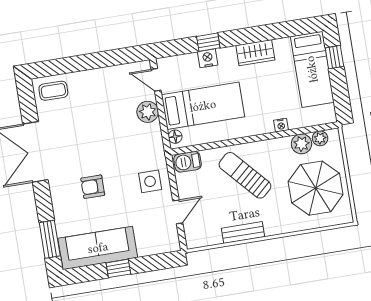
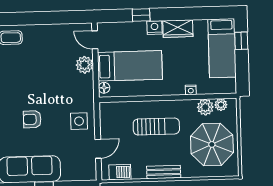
nightstand: (208, 58) -> (155, 28), moved
barbecue: (188, 162) -> (120, 172), moved, turned 180
sun lounger: (245, 175) -> (156, 127), turned 132
bench: (243, 232) -> (164, 172), moved

